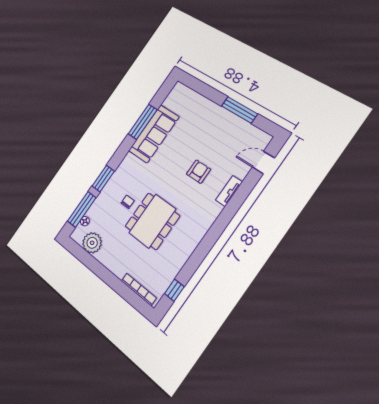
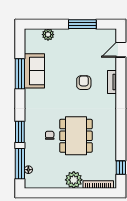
plant: (197, 100) -> (48, 35), added
sofa: (154, 134) -> (34, 71), width x0.73
plant: (92, 243) -> (74, 180), moved

